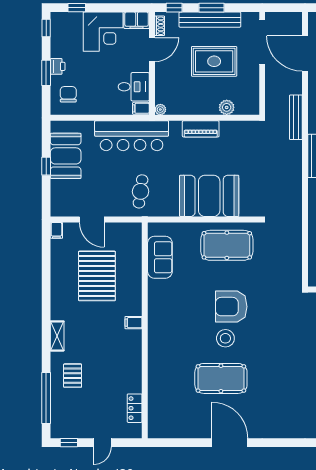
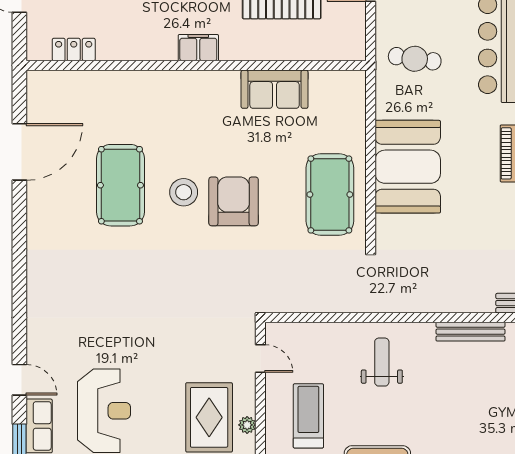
sofa: (160, 257) -> (275, 89), moved
filing cabinet: (133, 323) -> (198, 48), width x2.00
door: (230, 443) -> (19, 152), moved

